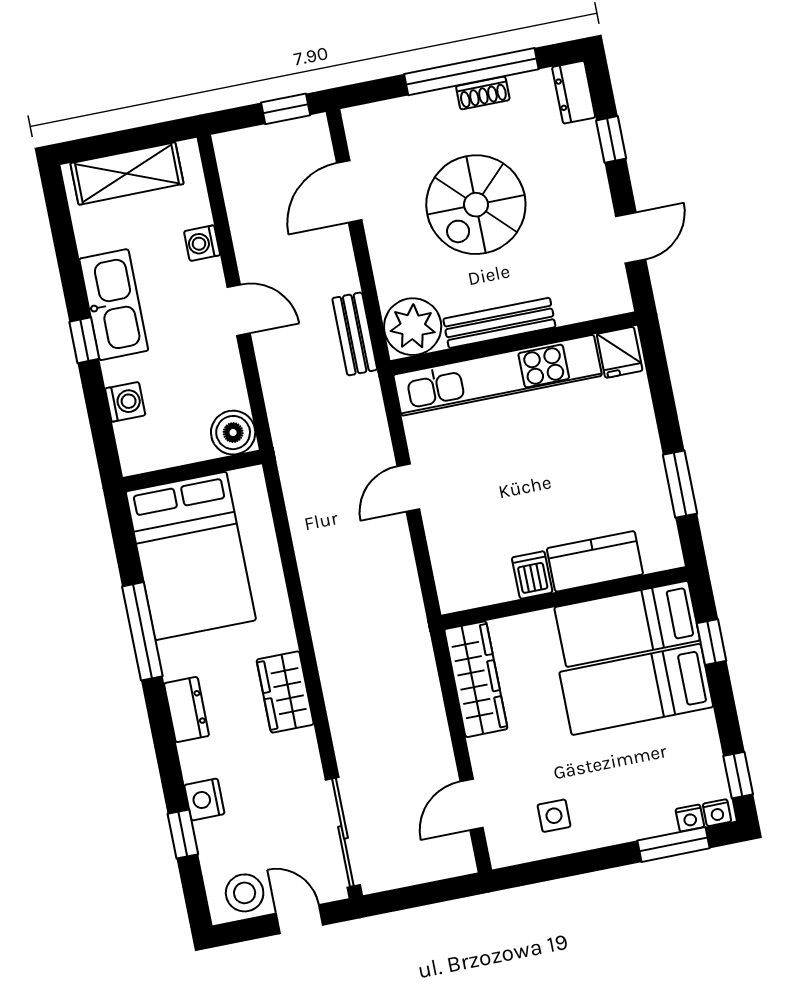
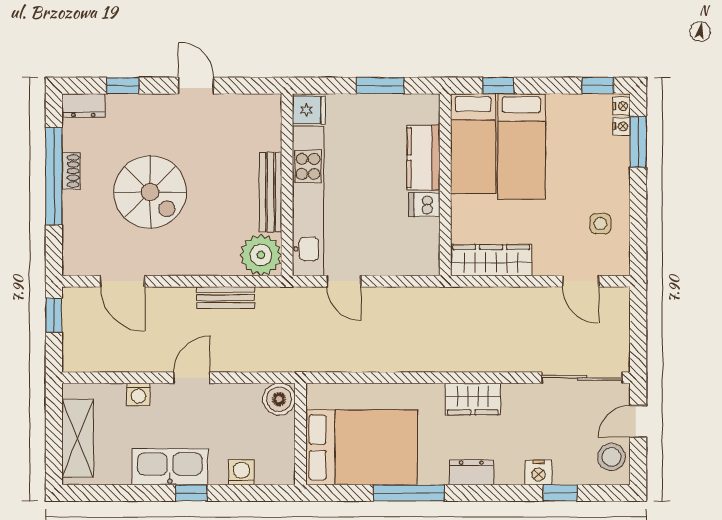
bench: (499, 323) -> (271, 192), moved
plant: (413, 327) -> (261, 255), moved
wall: (514, 343) -> (287, 185), moved
fridge: (620, 352) -> (309, 110), moved
kitchen unit: (498, 375) -> (308, 201), moved

